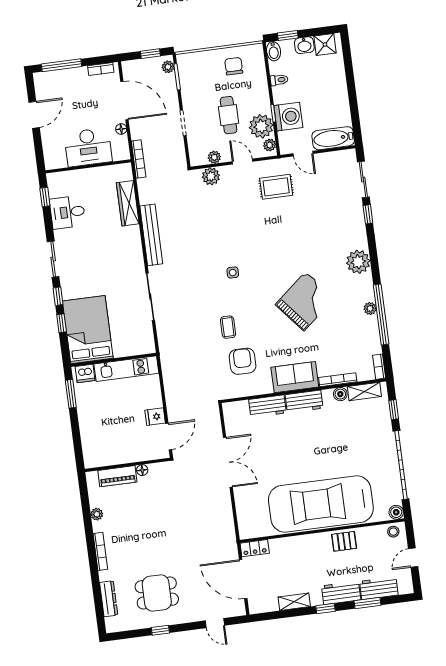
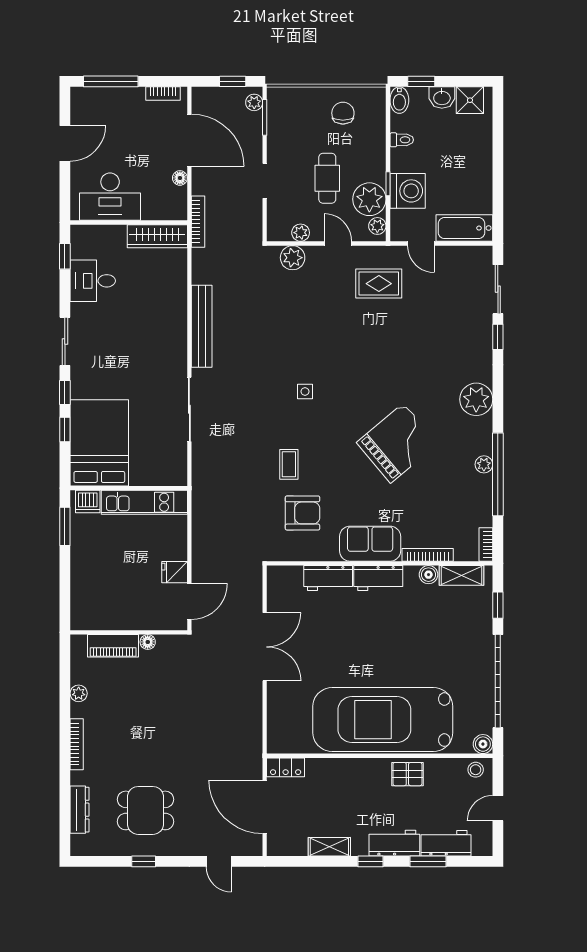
desk: (88, 147) -> (110, 197), moved
wardrobe: (128, 203) -> (157, 236), moved, turned -90
armchair: (243, 361) -> (302, 513), turned 90

